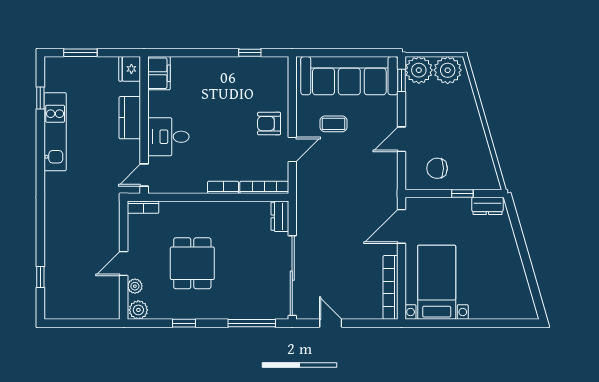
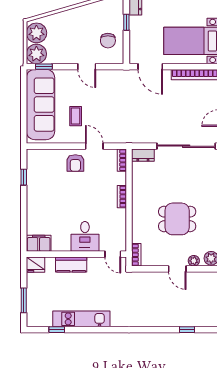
bookcase: (264, 187) -> (122, 160), width x0.64

